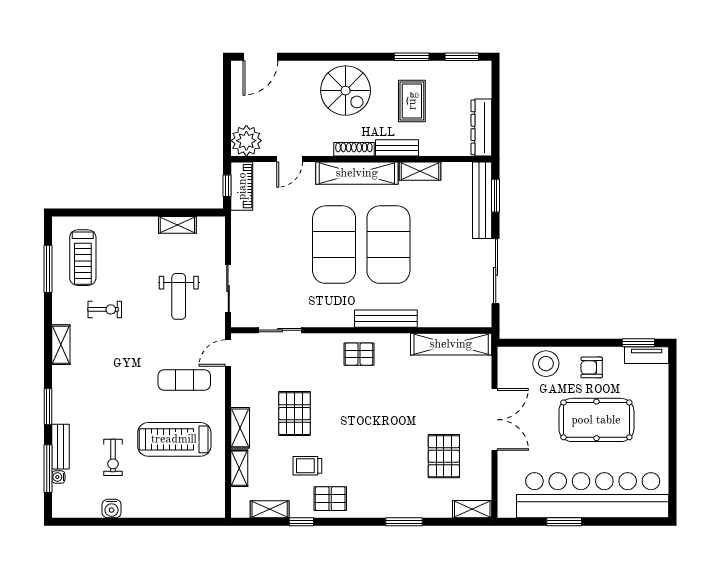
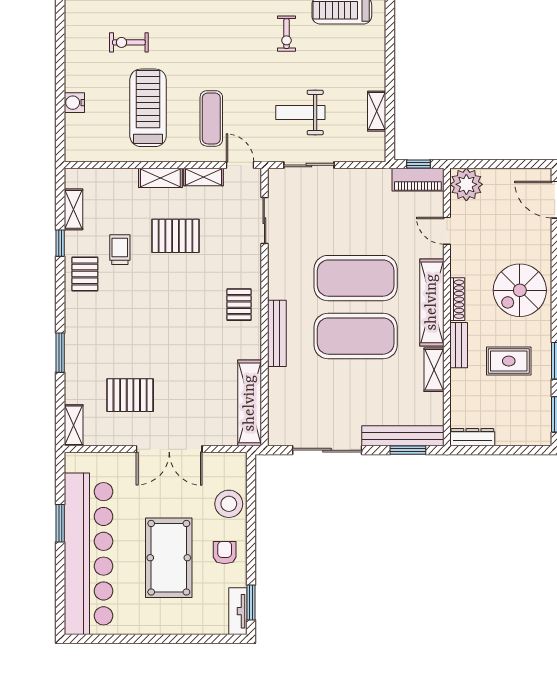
dresser: (481, 127) -> (472, 437), width x0.73, depth x0.80
shelving: (239, 468) -> (203, 177), moved
water cooler: (112, 509) -> (74, 103), moved

